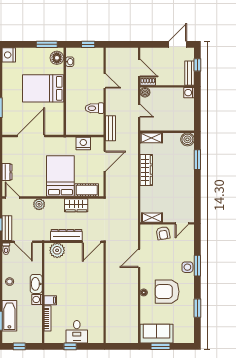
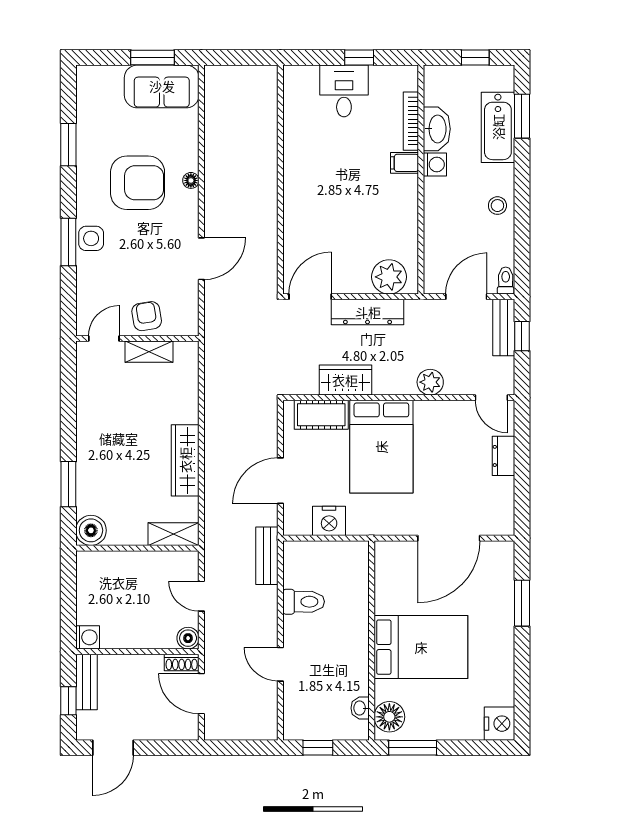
shelving: (152, 218) -> (149, 352), moved
door: (23, 242) -> (466, 297), hinge flipped
washbasin: (36, 284) -> (437, 129), moved

